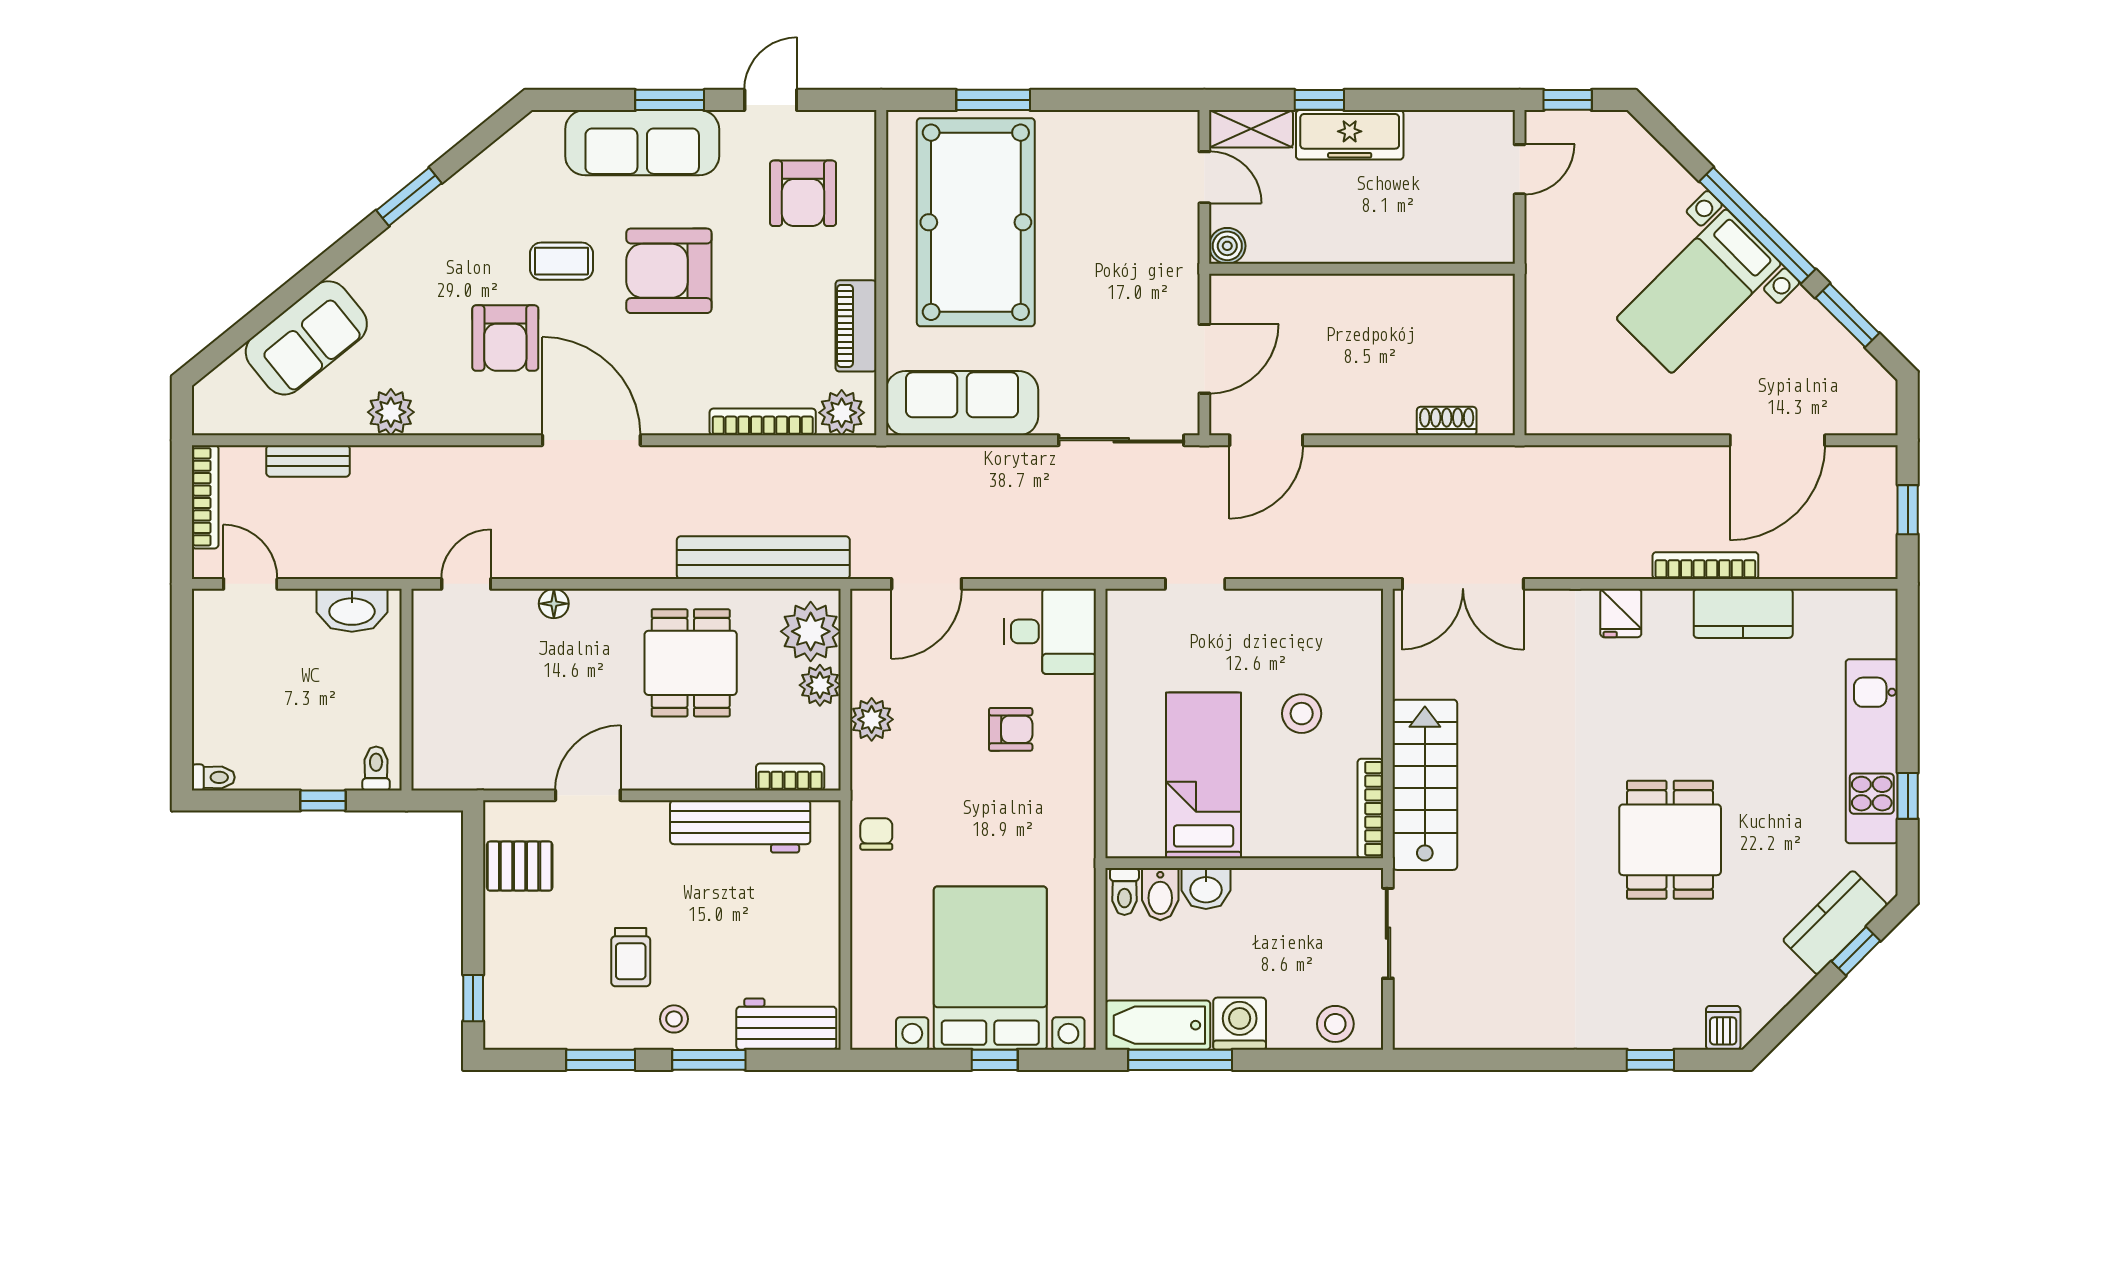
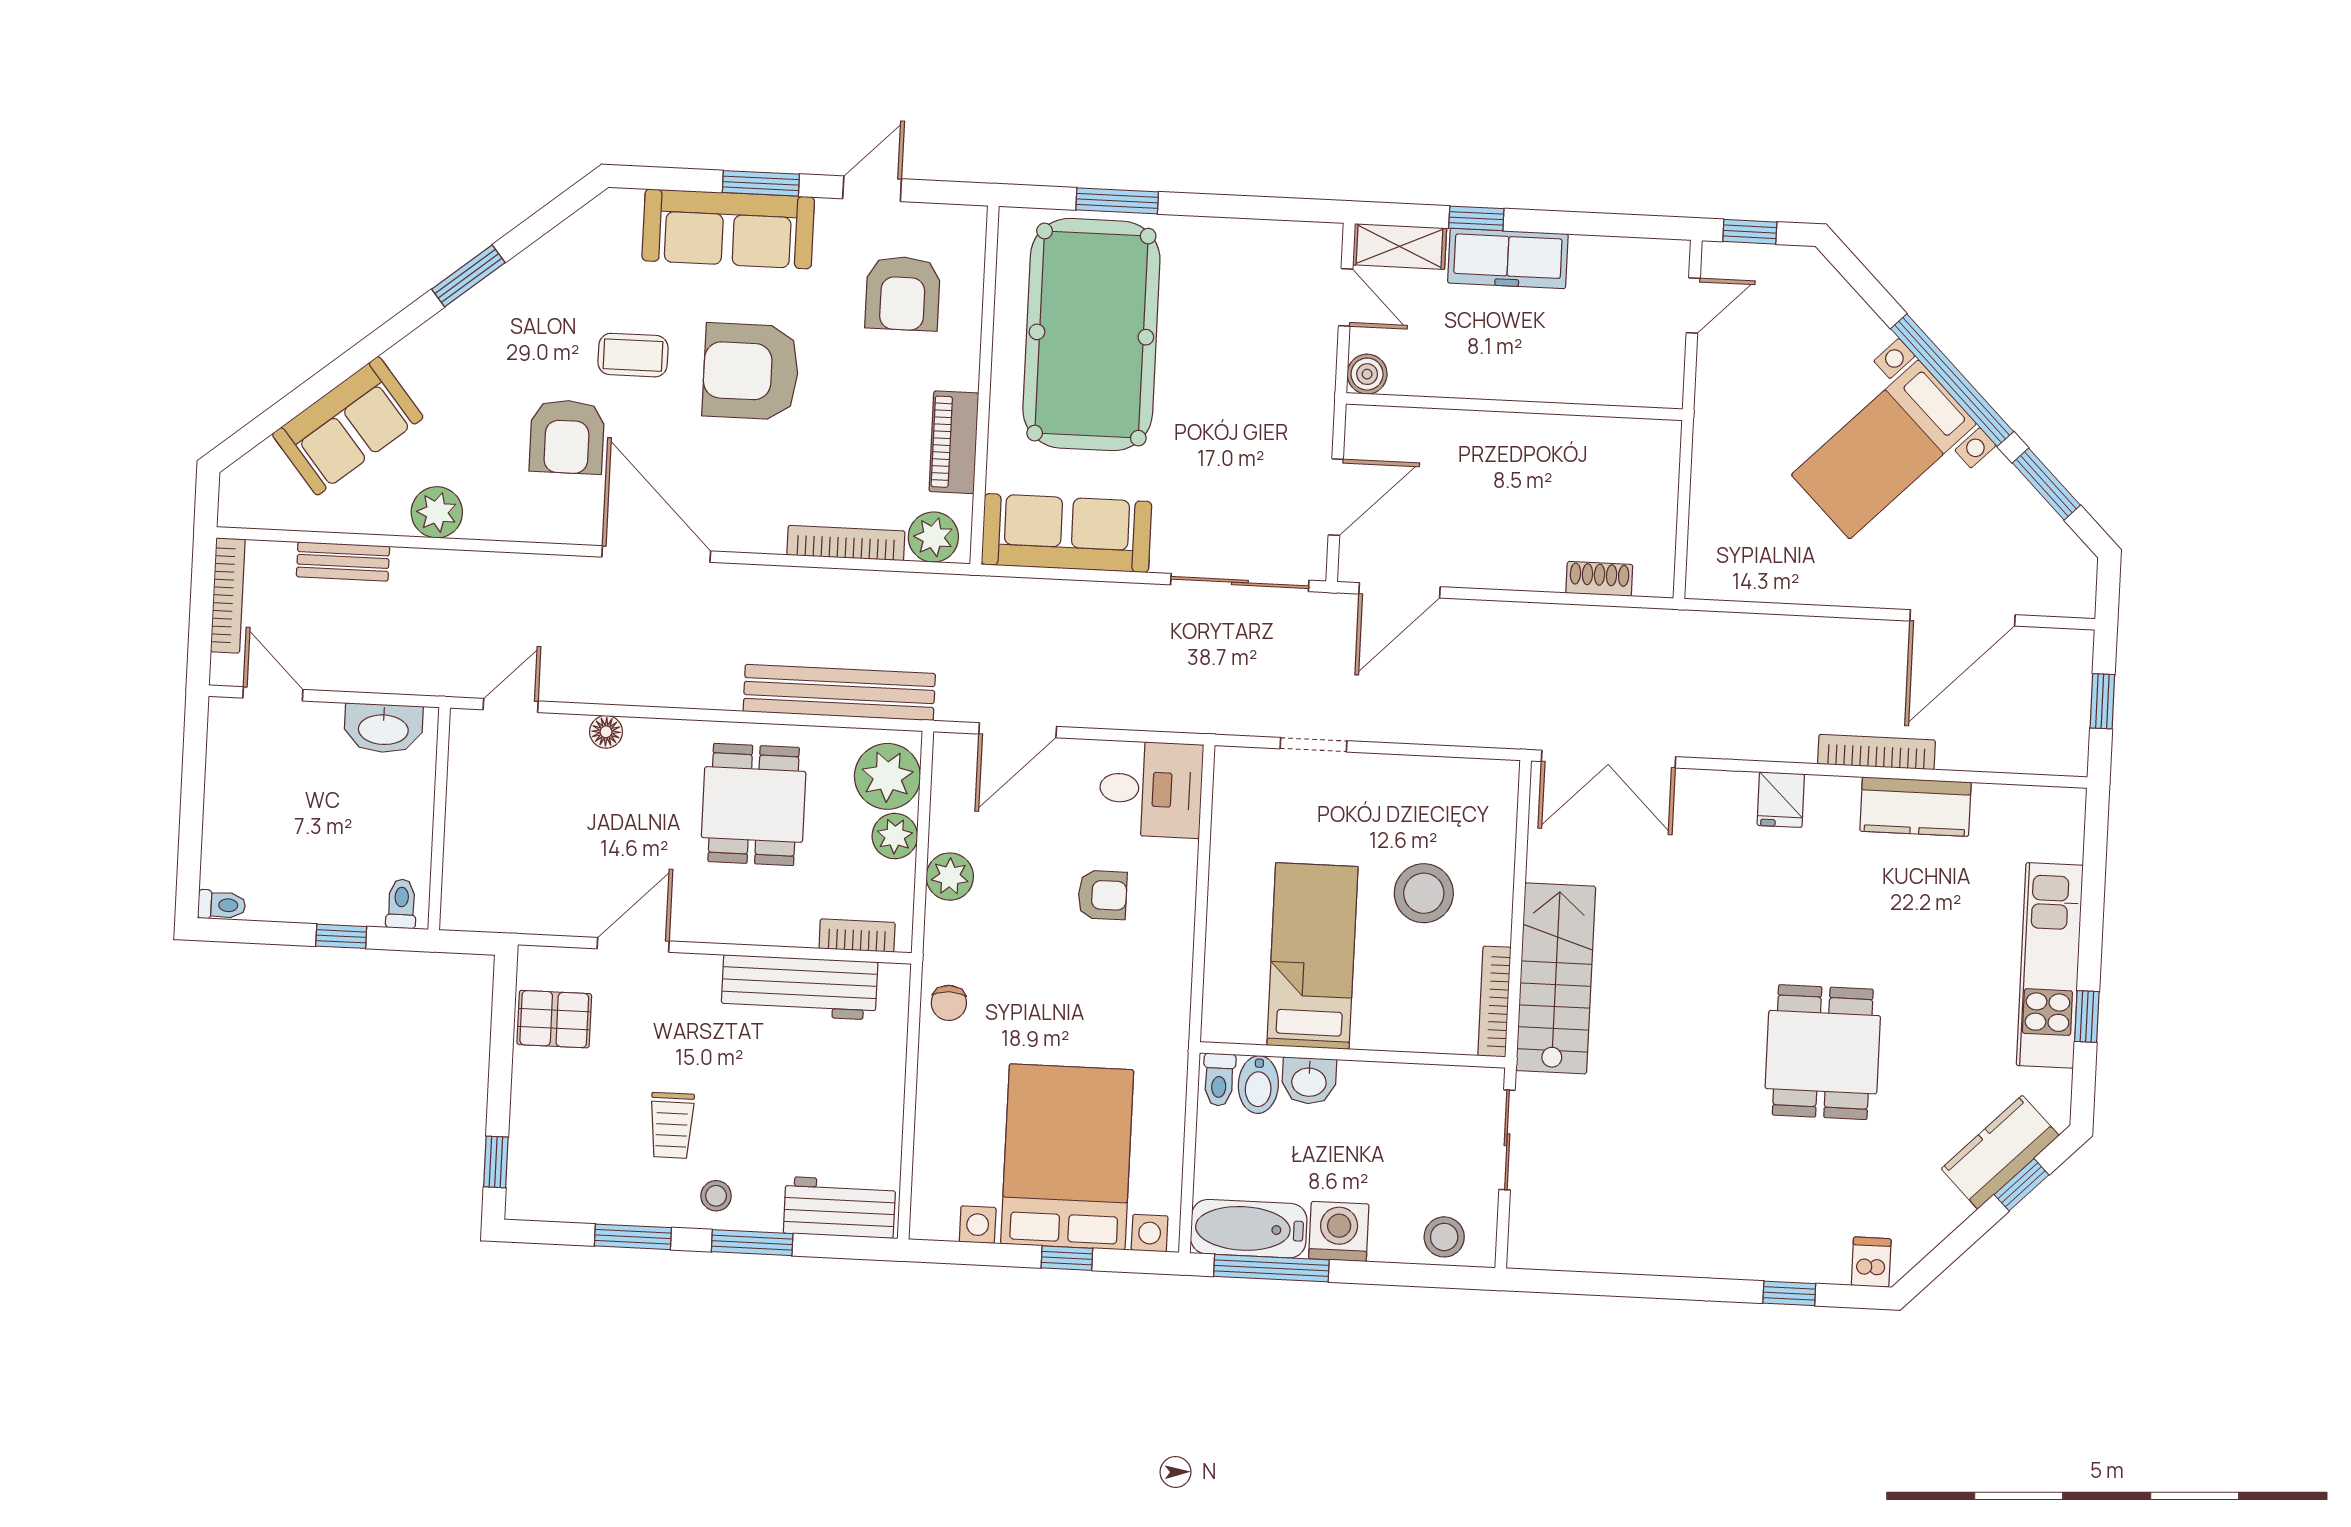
stool: (1302, 714) -> (1424, 893), width x1.38, depth x1.38
chair: (876, 834) -> (949, 1003), turned 180

